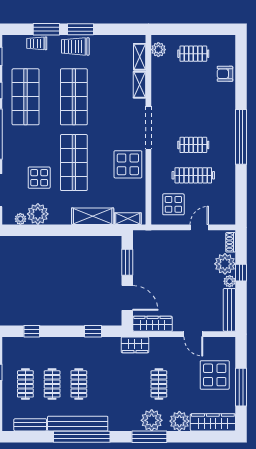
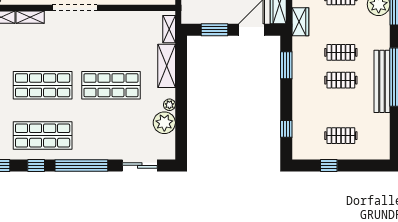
display table: (128, 164) -> (113, 29), removed
display table: (39, 178) -> (127, 121), removed
plant: (20, 219) -> (169, 105), moved
window: (93, 331) -> (286, 65), width x1.50
clothes rail: (52, 384) -> (341, 52), moved
bench: (30, 425) -> (383, 131), removed

